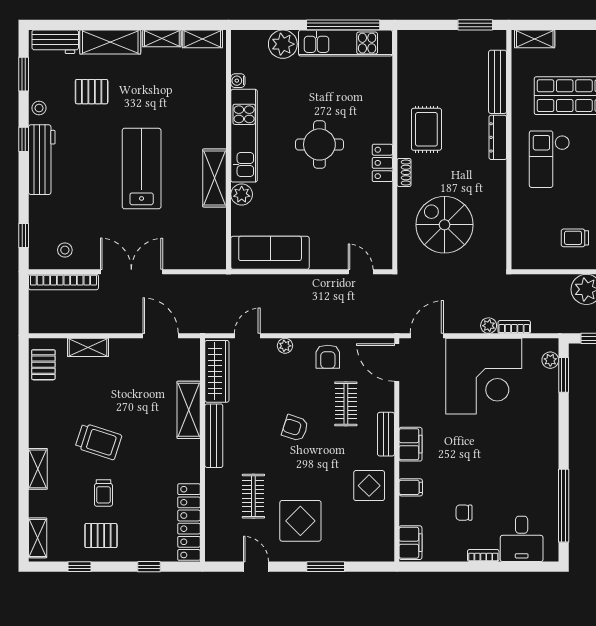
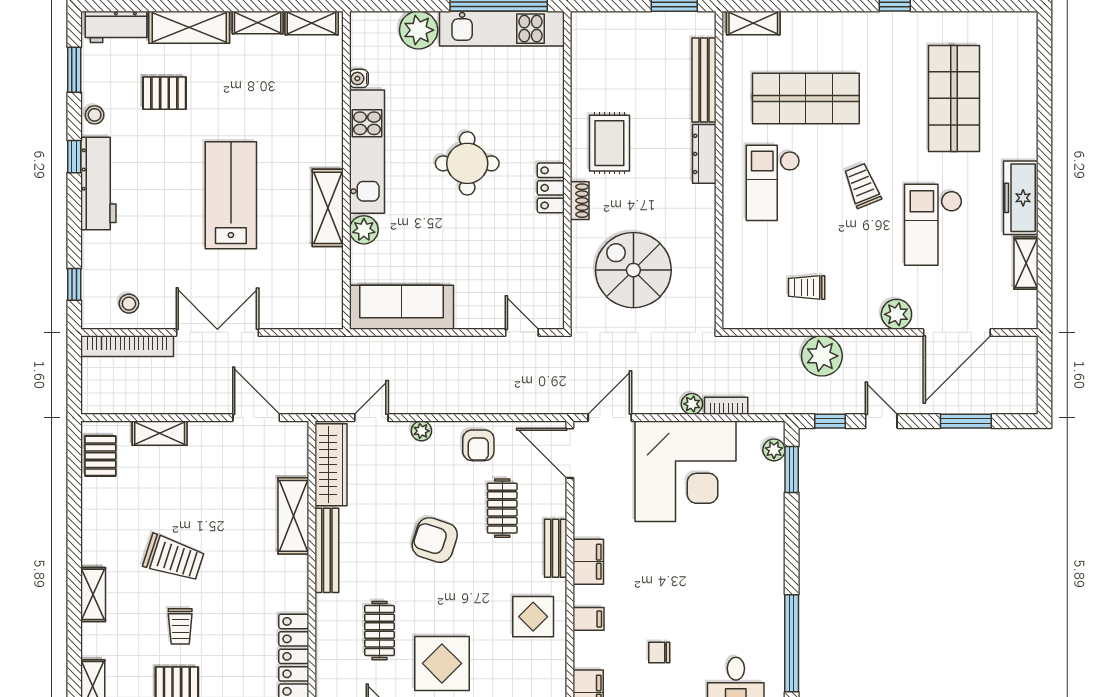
armchair: (295, 428) -> (435, 540), width x1.38, depth x1.38

